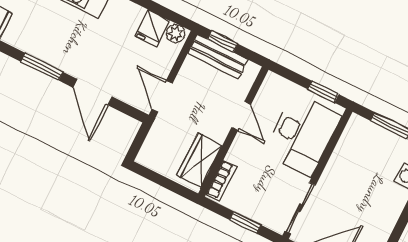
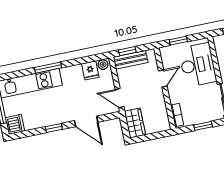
window: (42, 67) -> (54, 128), width x0.67
window: (323, 92) -> (178, 41), moved
door: (241, 116) -> (163, 78), hinge flipped
wardrobe: (200, 161) -> (135, 123), moved, turned 180

